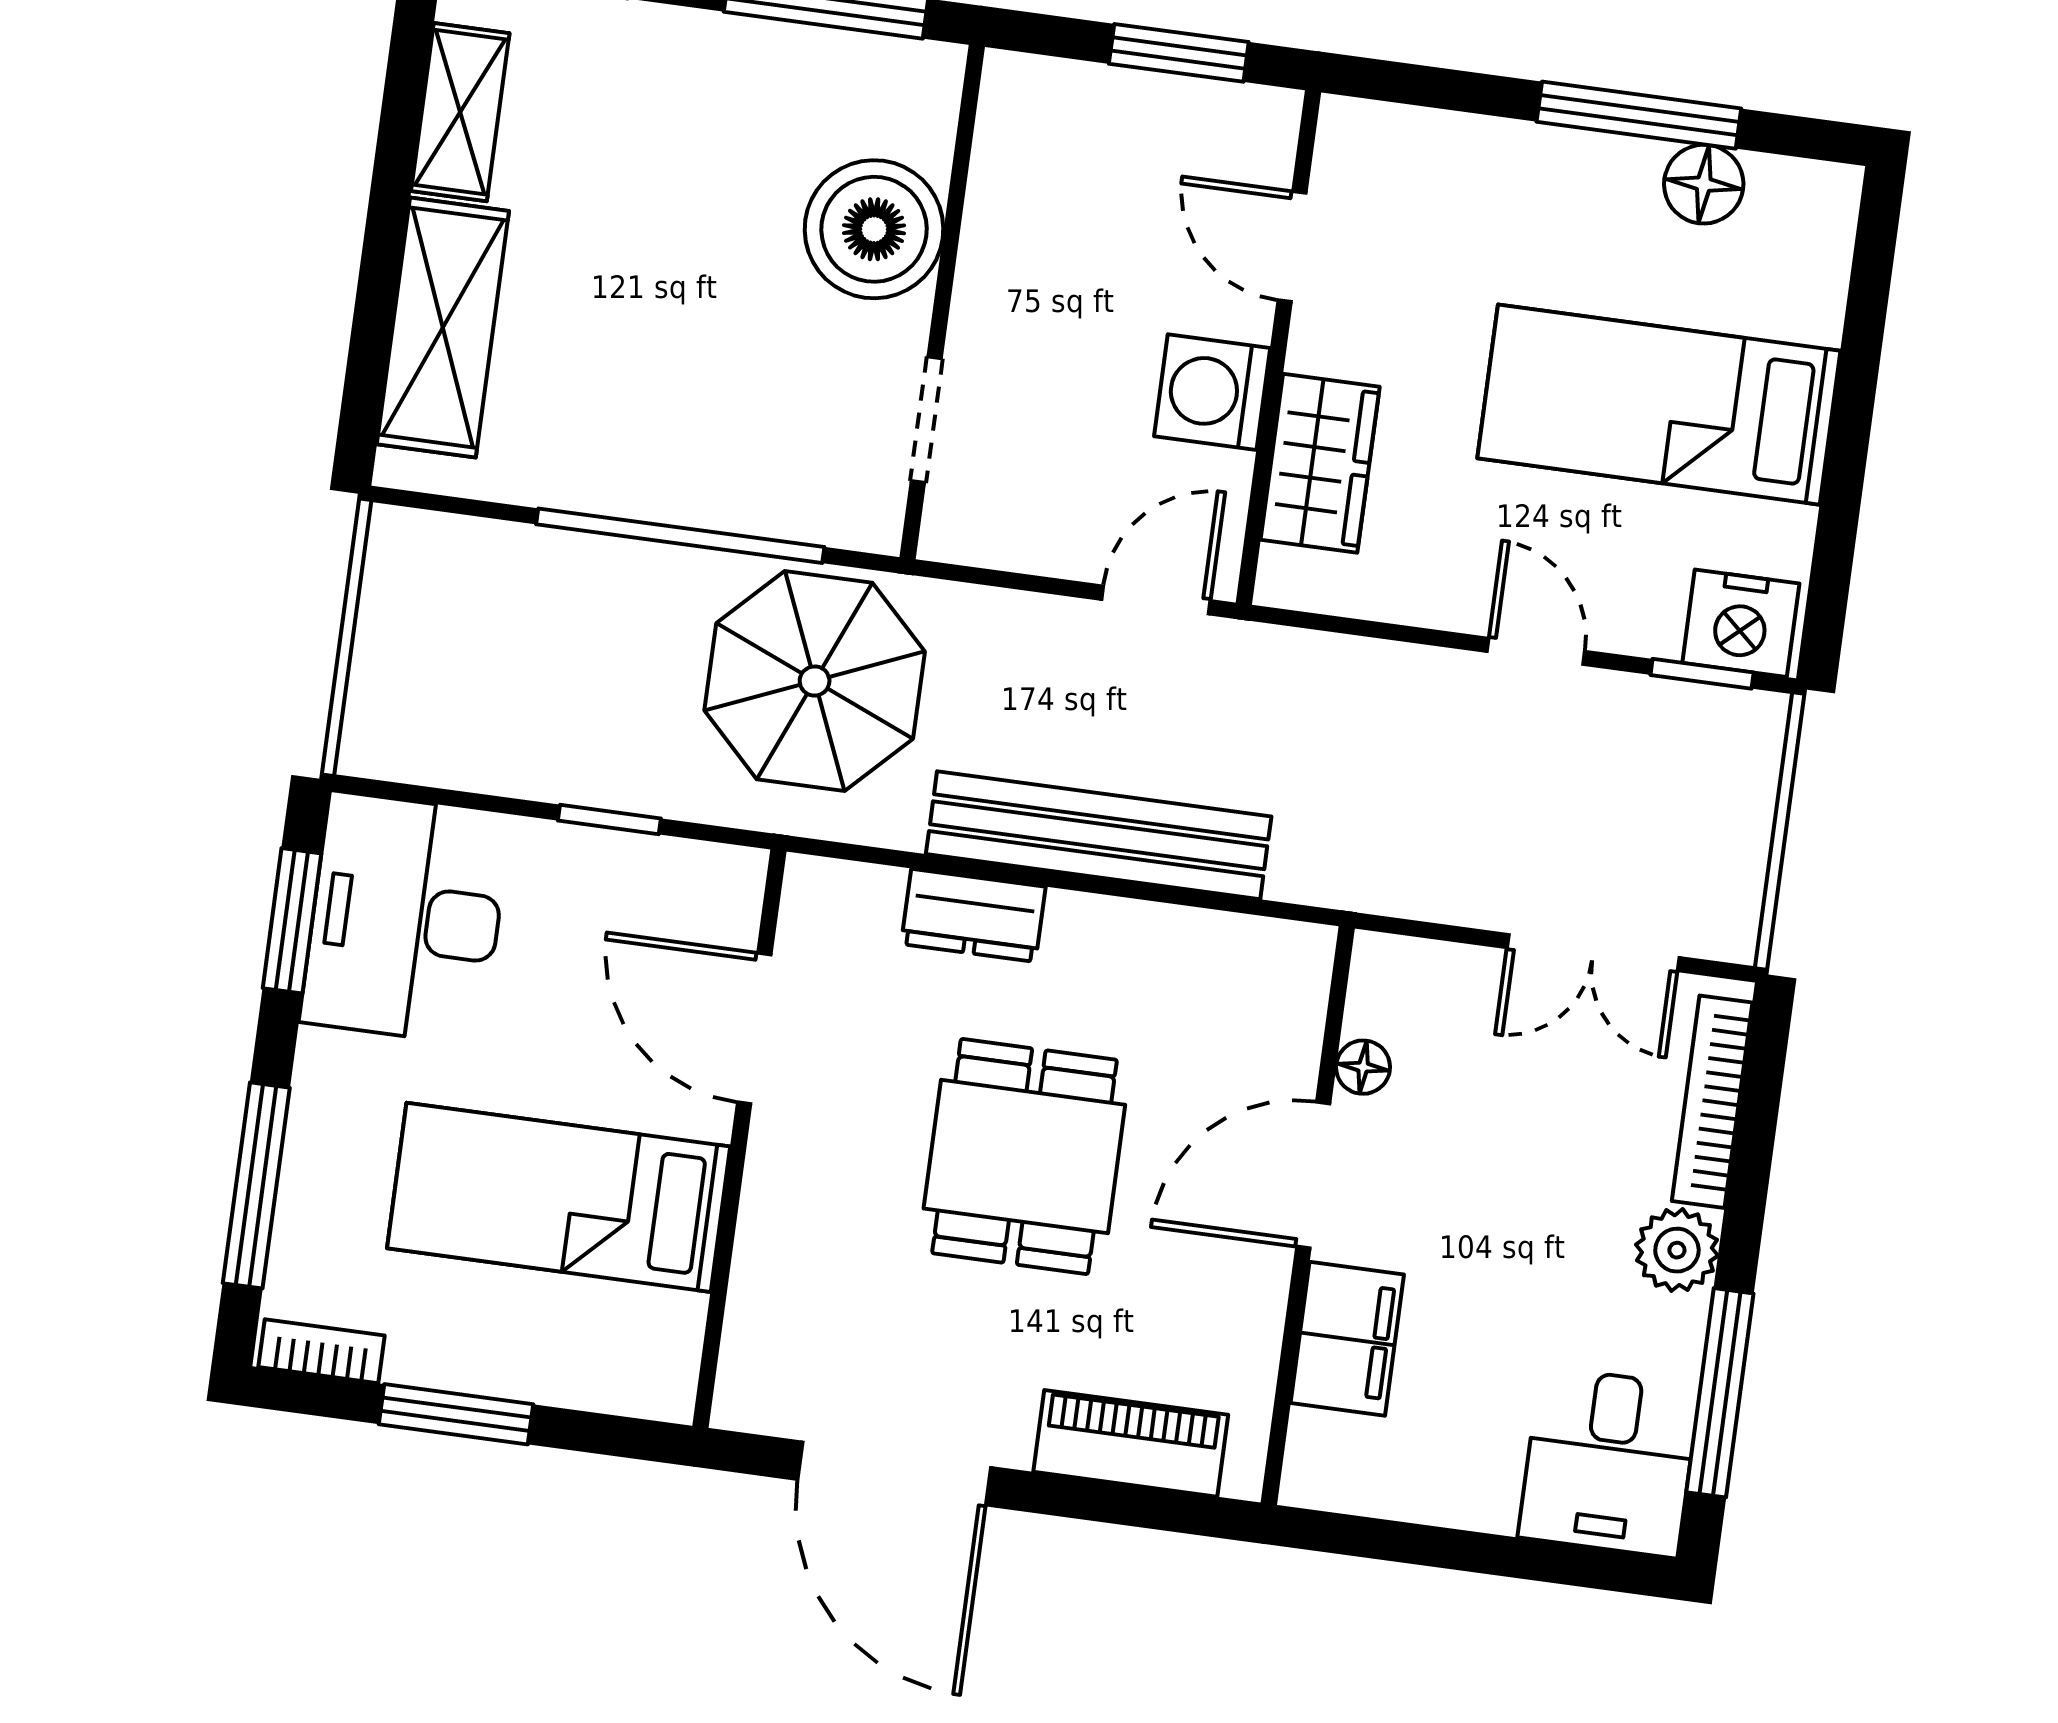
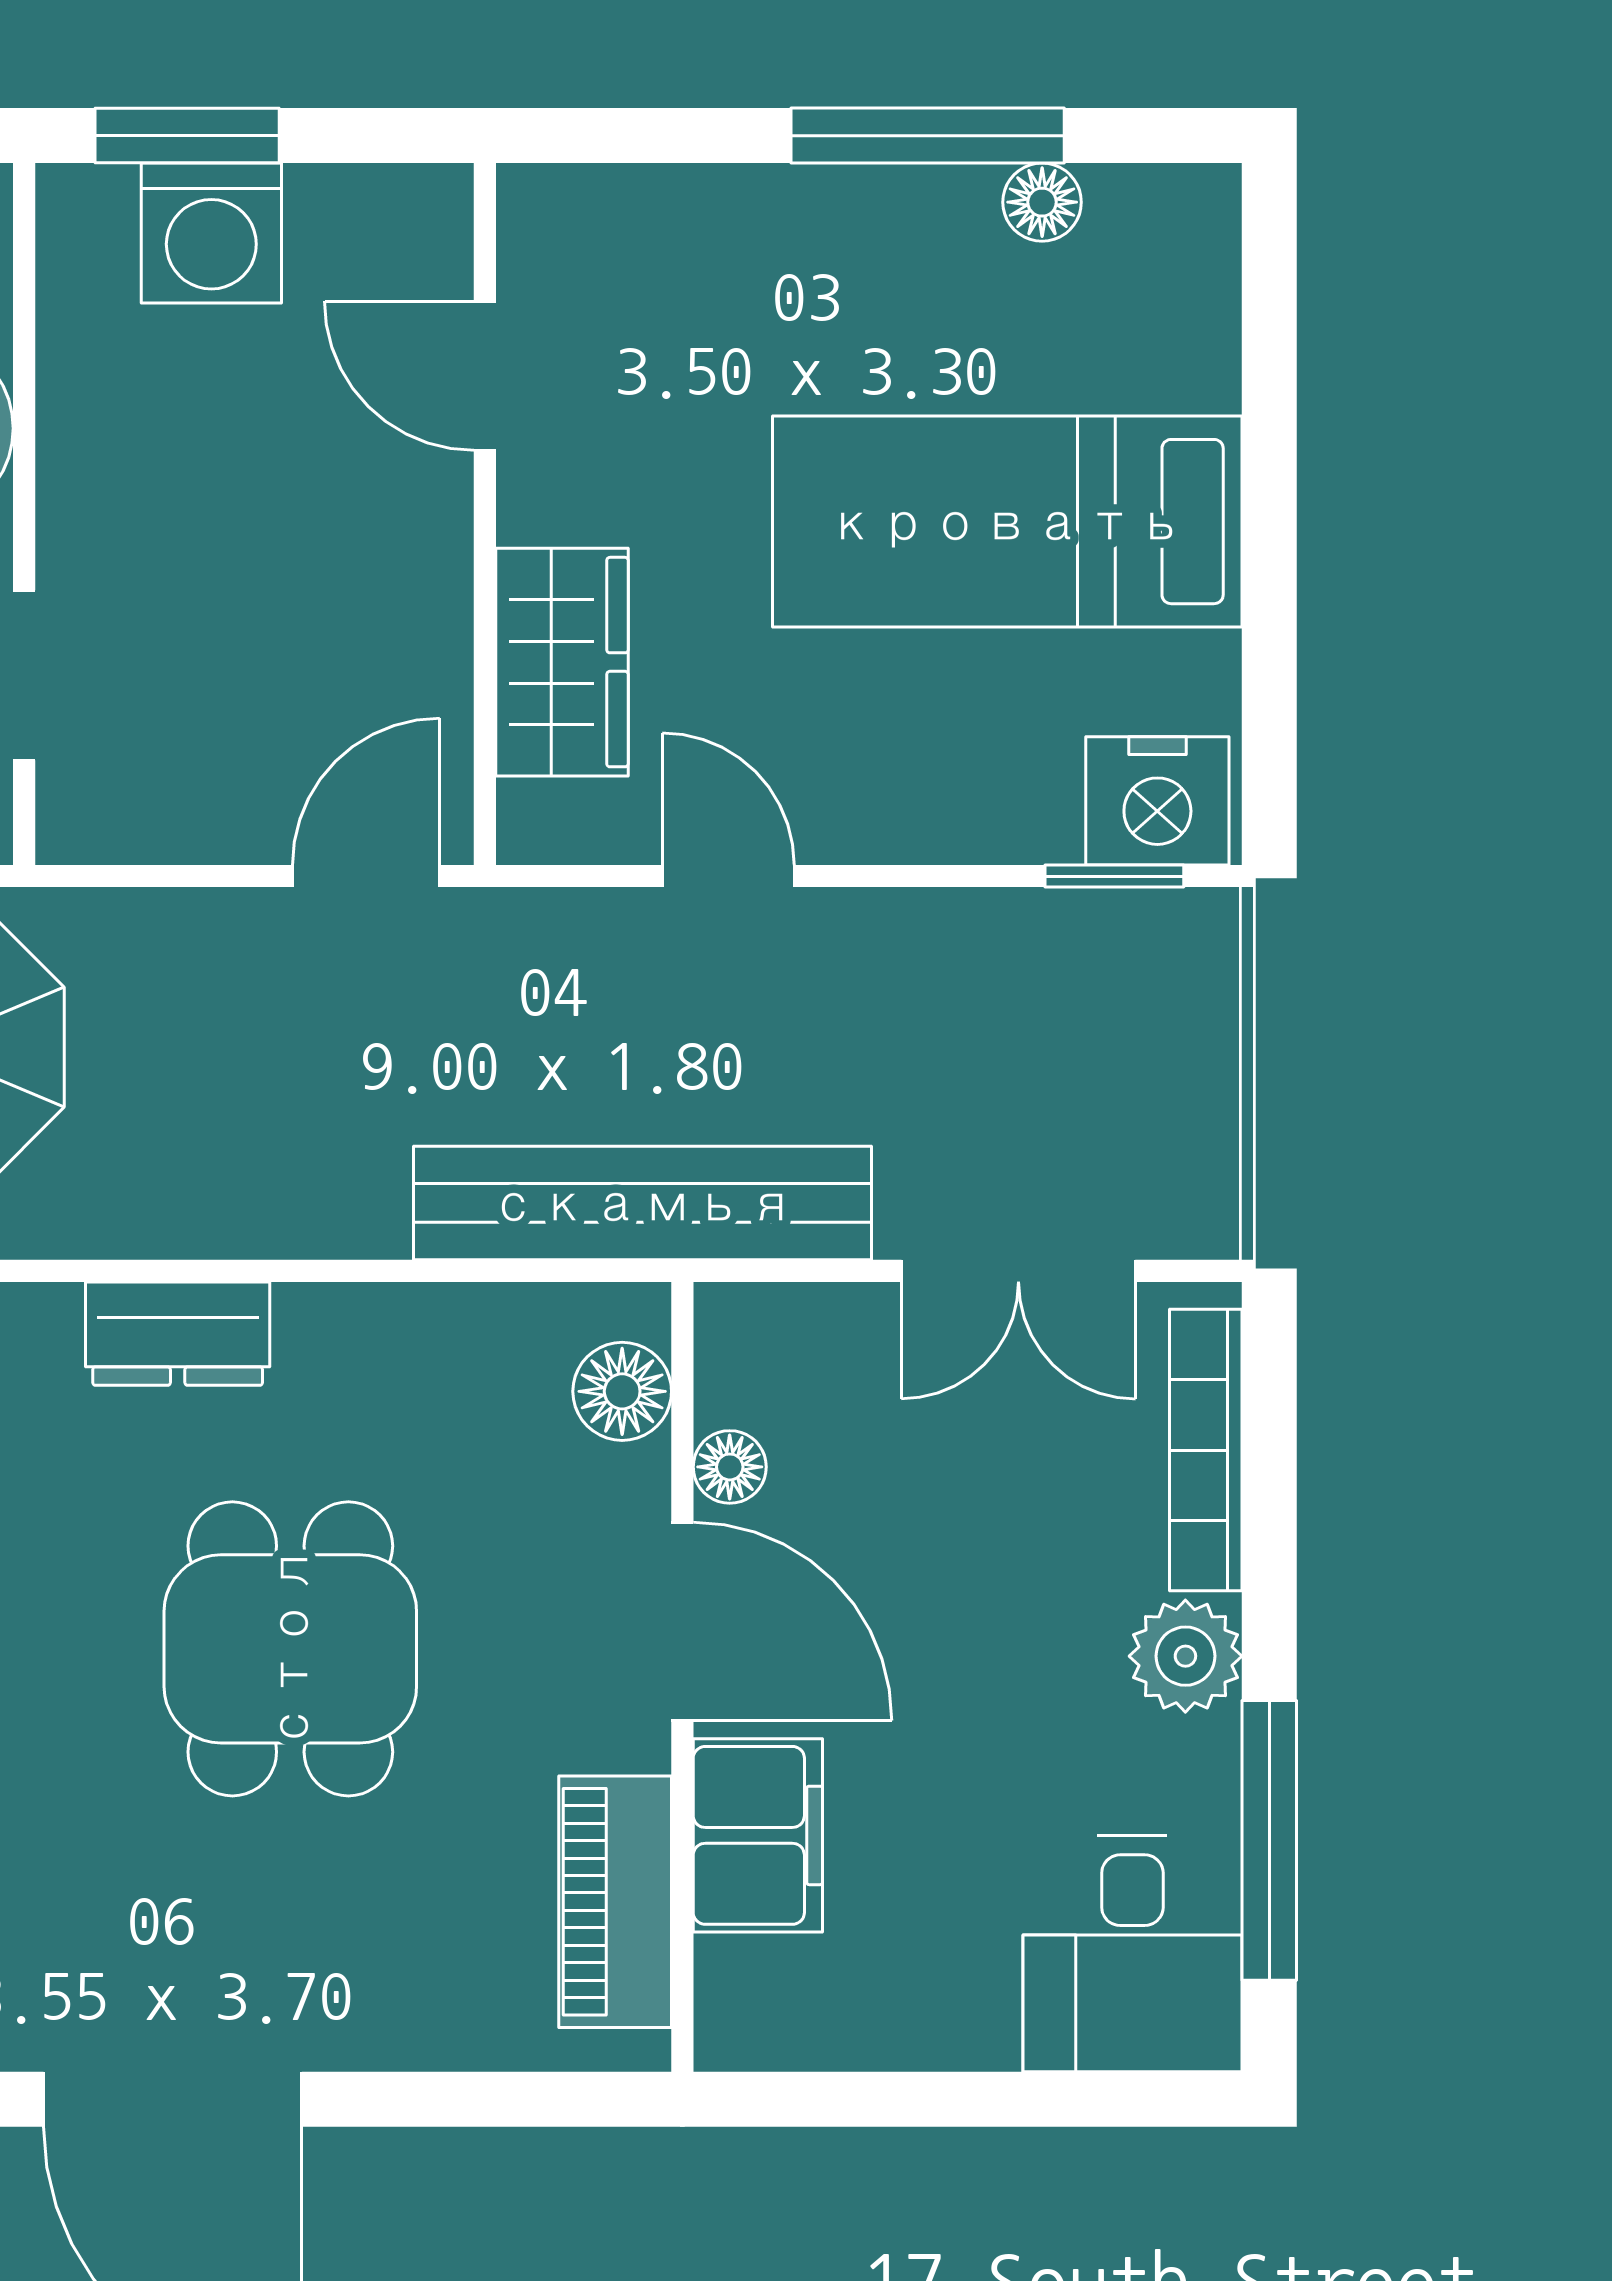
window: (1179, 53) -> (187, 136), moved
floor lamp: (1704, 184) -> (1042, 202), width x0.73, depth x0.73
washing machine: (1212, 392) -> (211, 233), moved, turned -90
door: (1536, 651) -> (728, 876), moved
bench: (1099, 835) -> (642, 1203), moved
floor lamp: (1292, 1001) -> (622, 1391), added
door: (1313, 1175) -> (682, 1621), swing flipped
piano: (1131, 1443) -> (615, 1902), moved, turned -90

